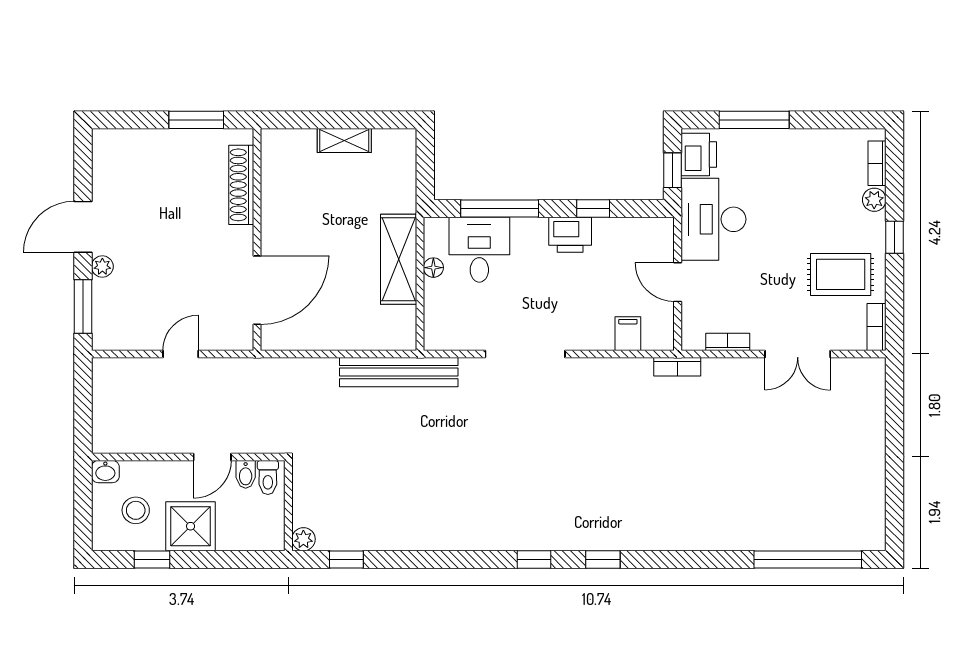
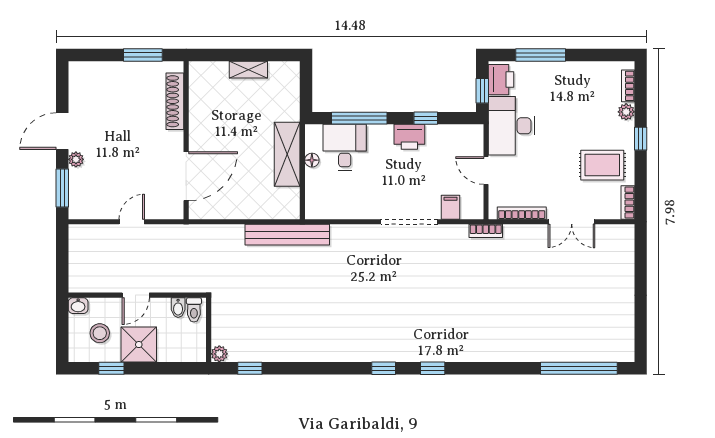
bookcase: (728, 342) -> (522, 213), width x1.56
doorway: (525, 354) -> (409, 222), moved
door: (212, 457) -> (136, 295), moved

